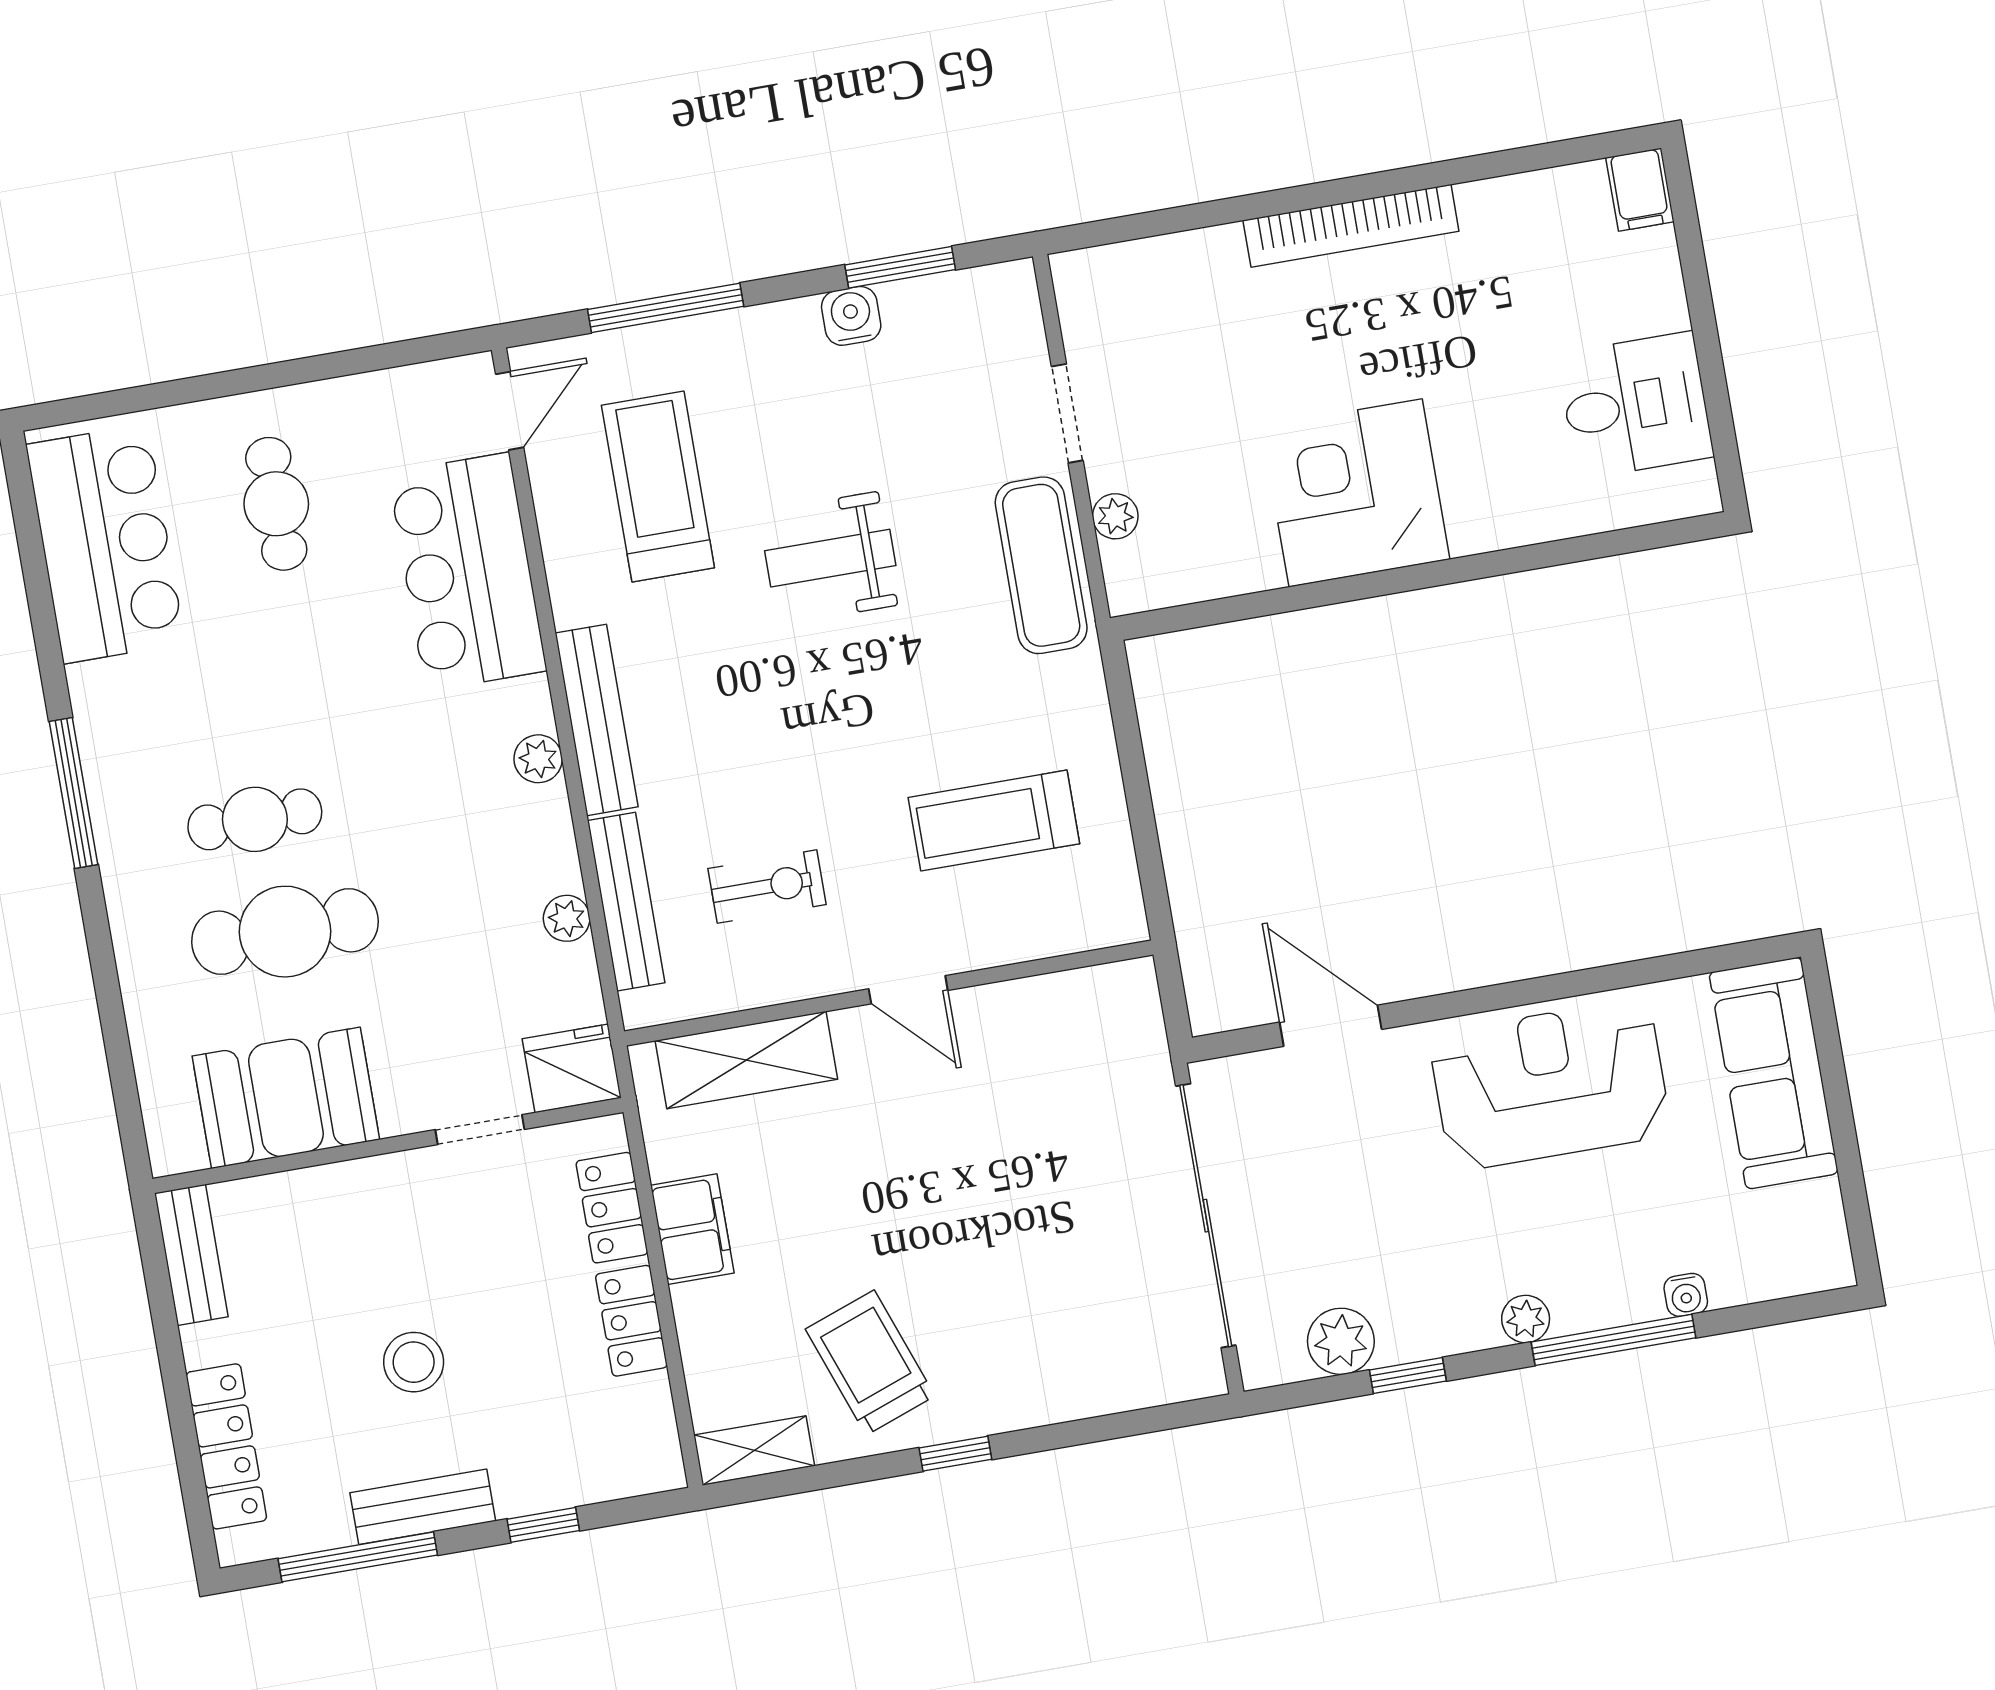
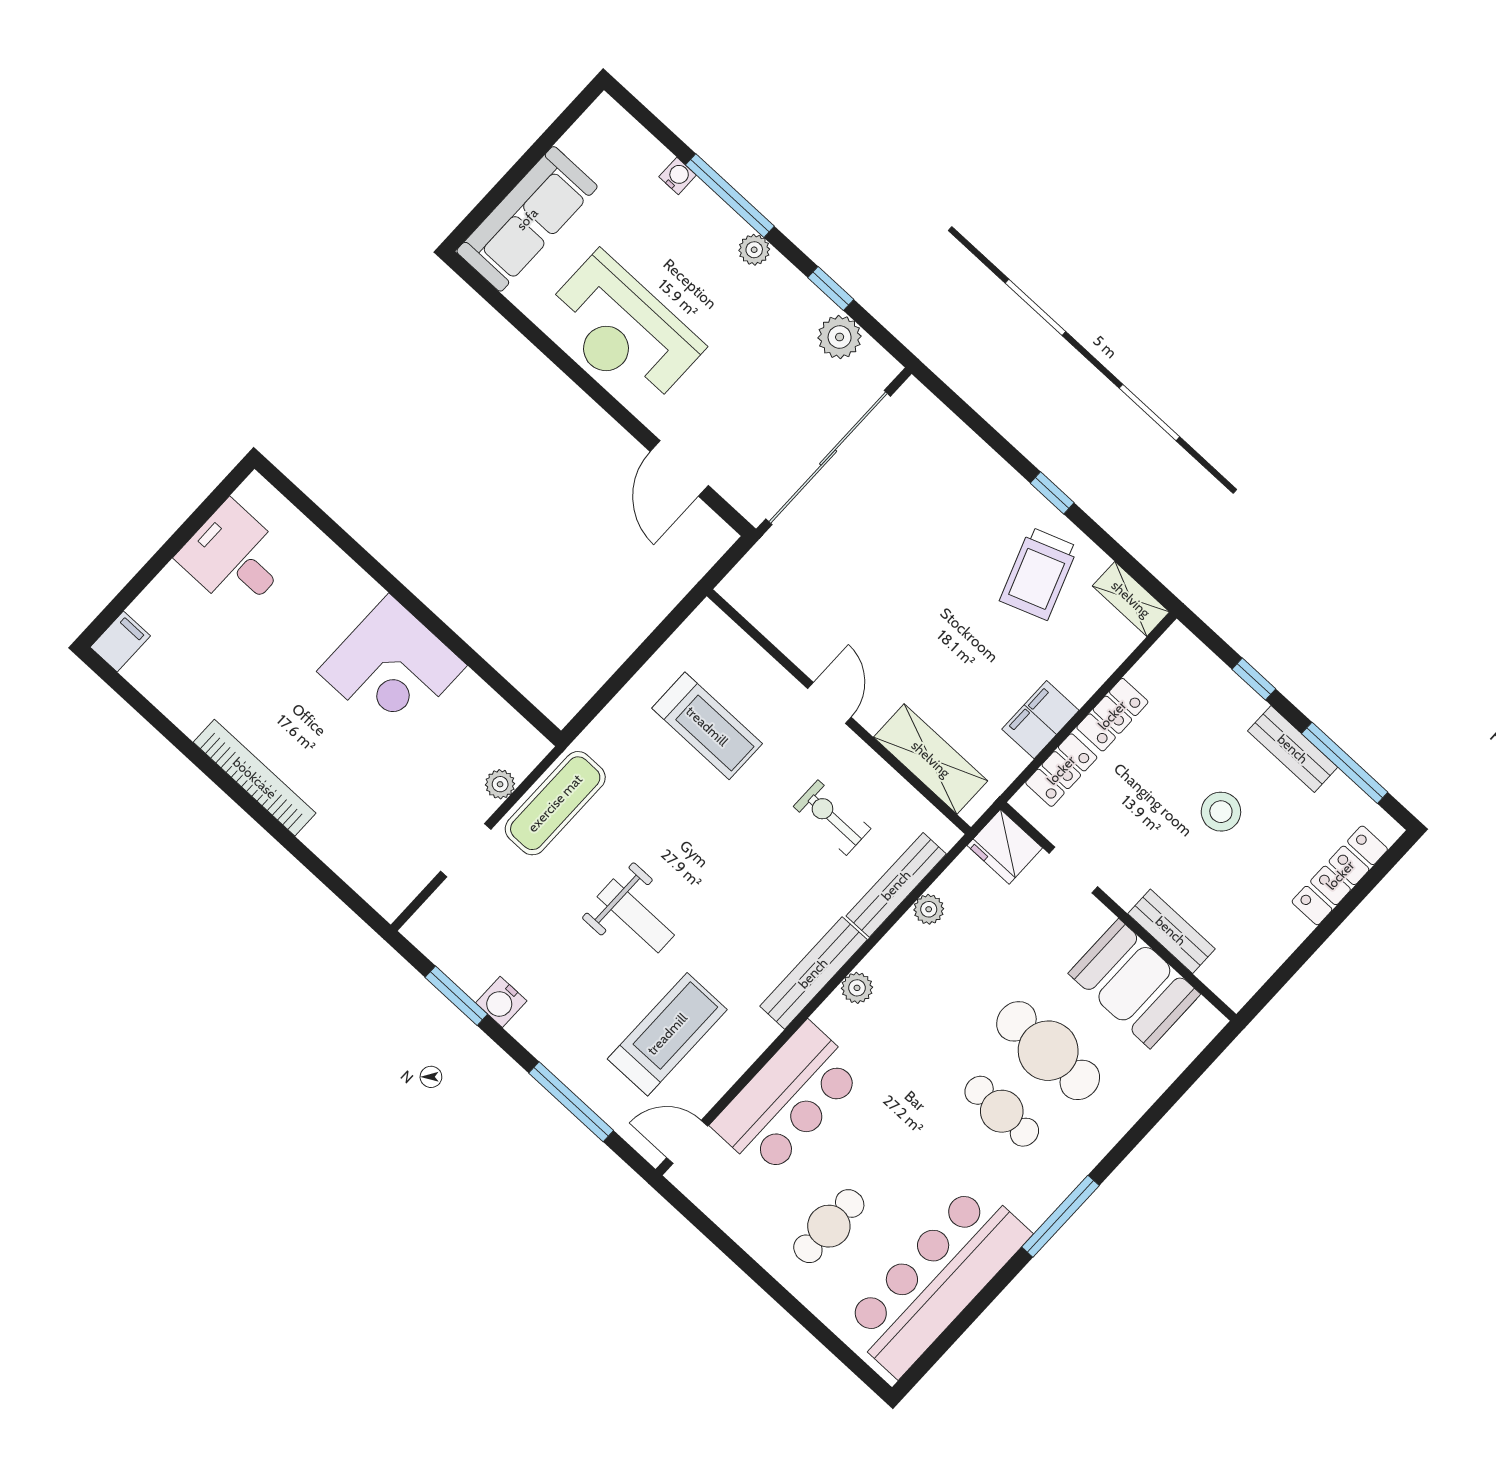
treadmill: (658, 487) -> (667, 1034), turned 180
bar counter: (105, 544) -> (936, 1280), width x1.36
bench: (191, 1255) -> (1171, 931), moved, turned 90

